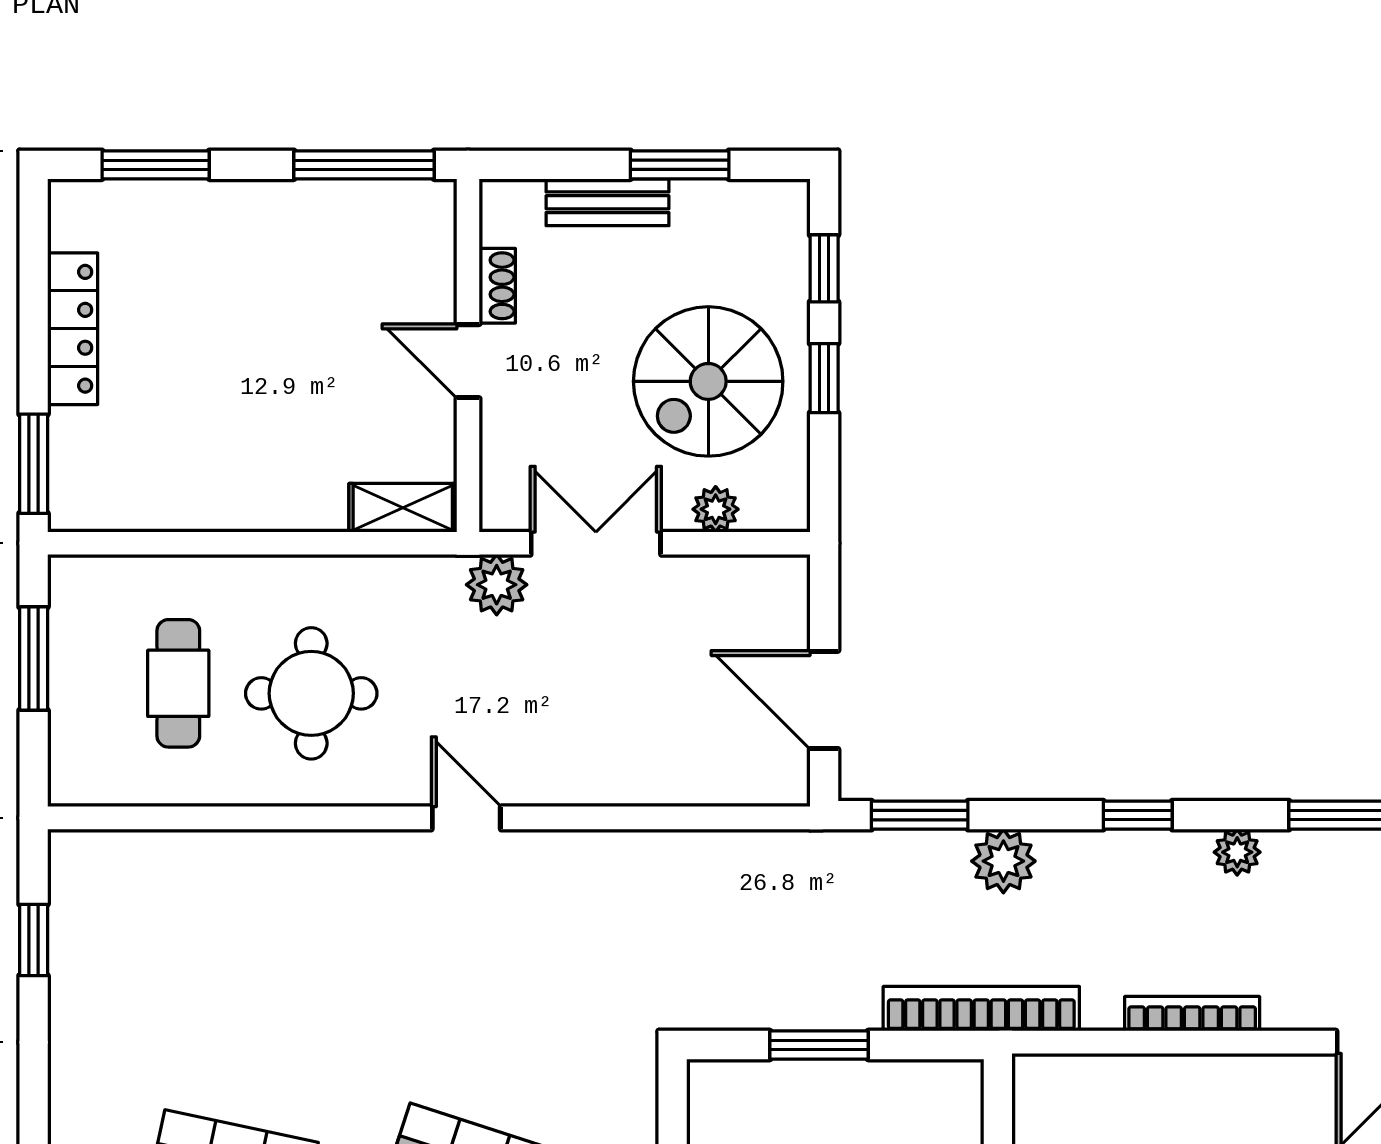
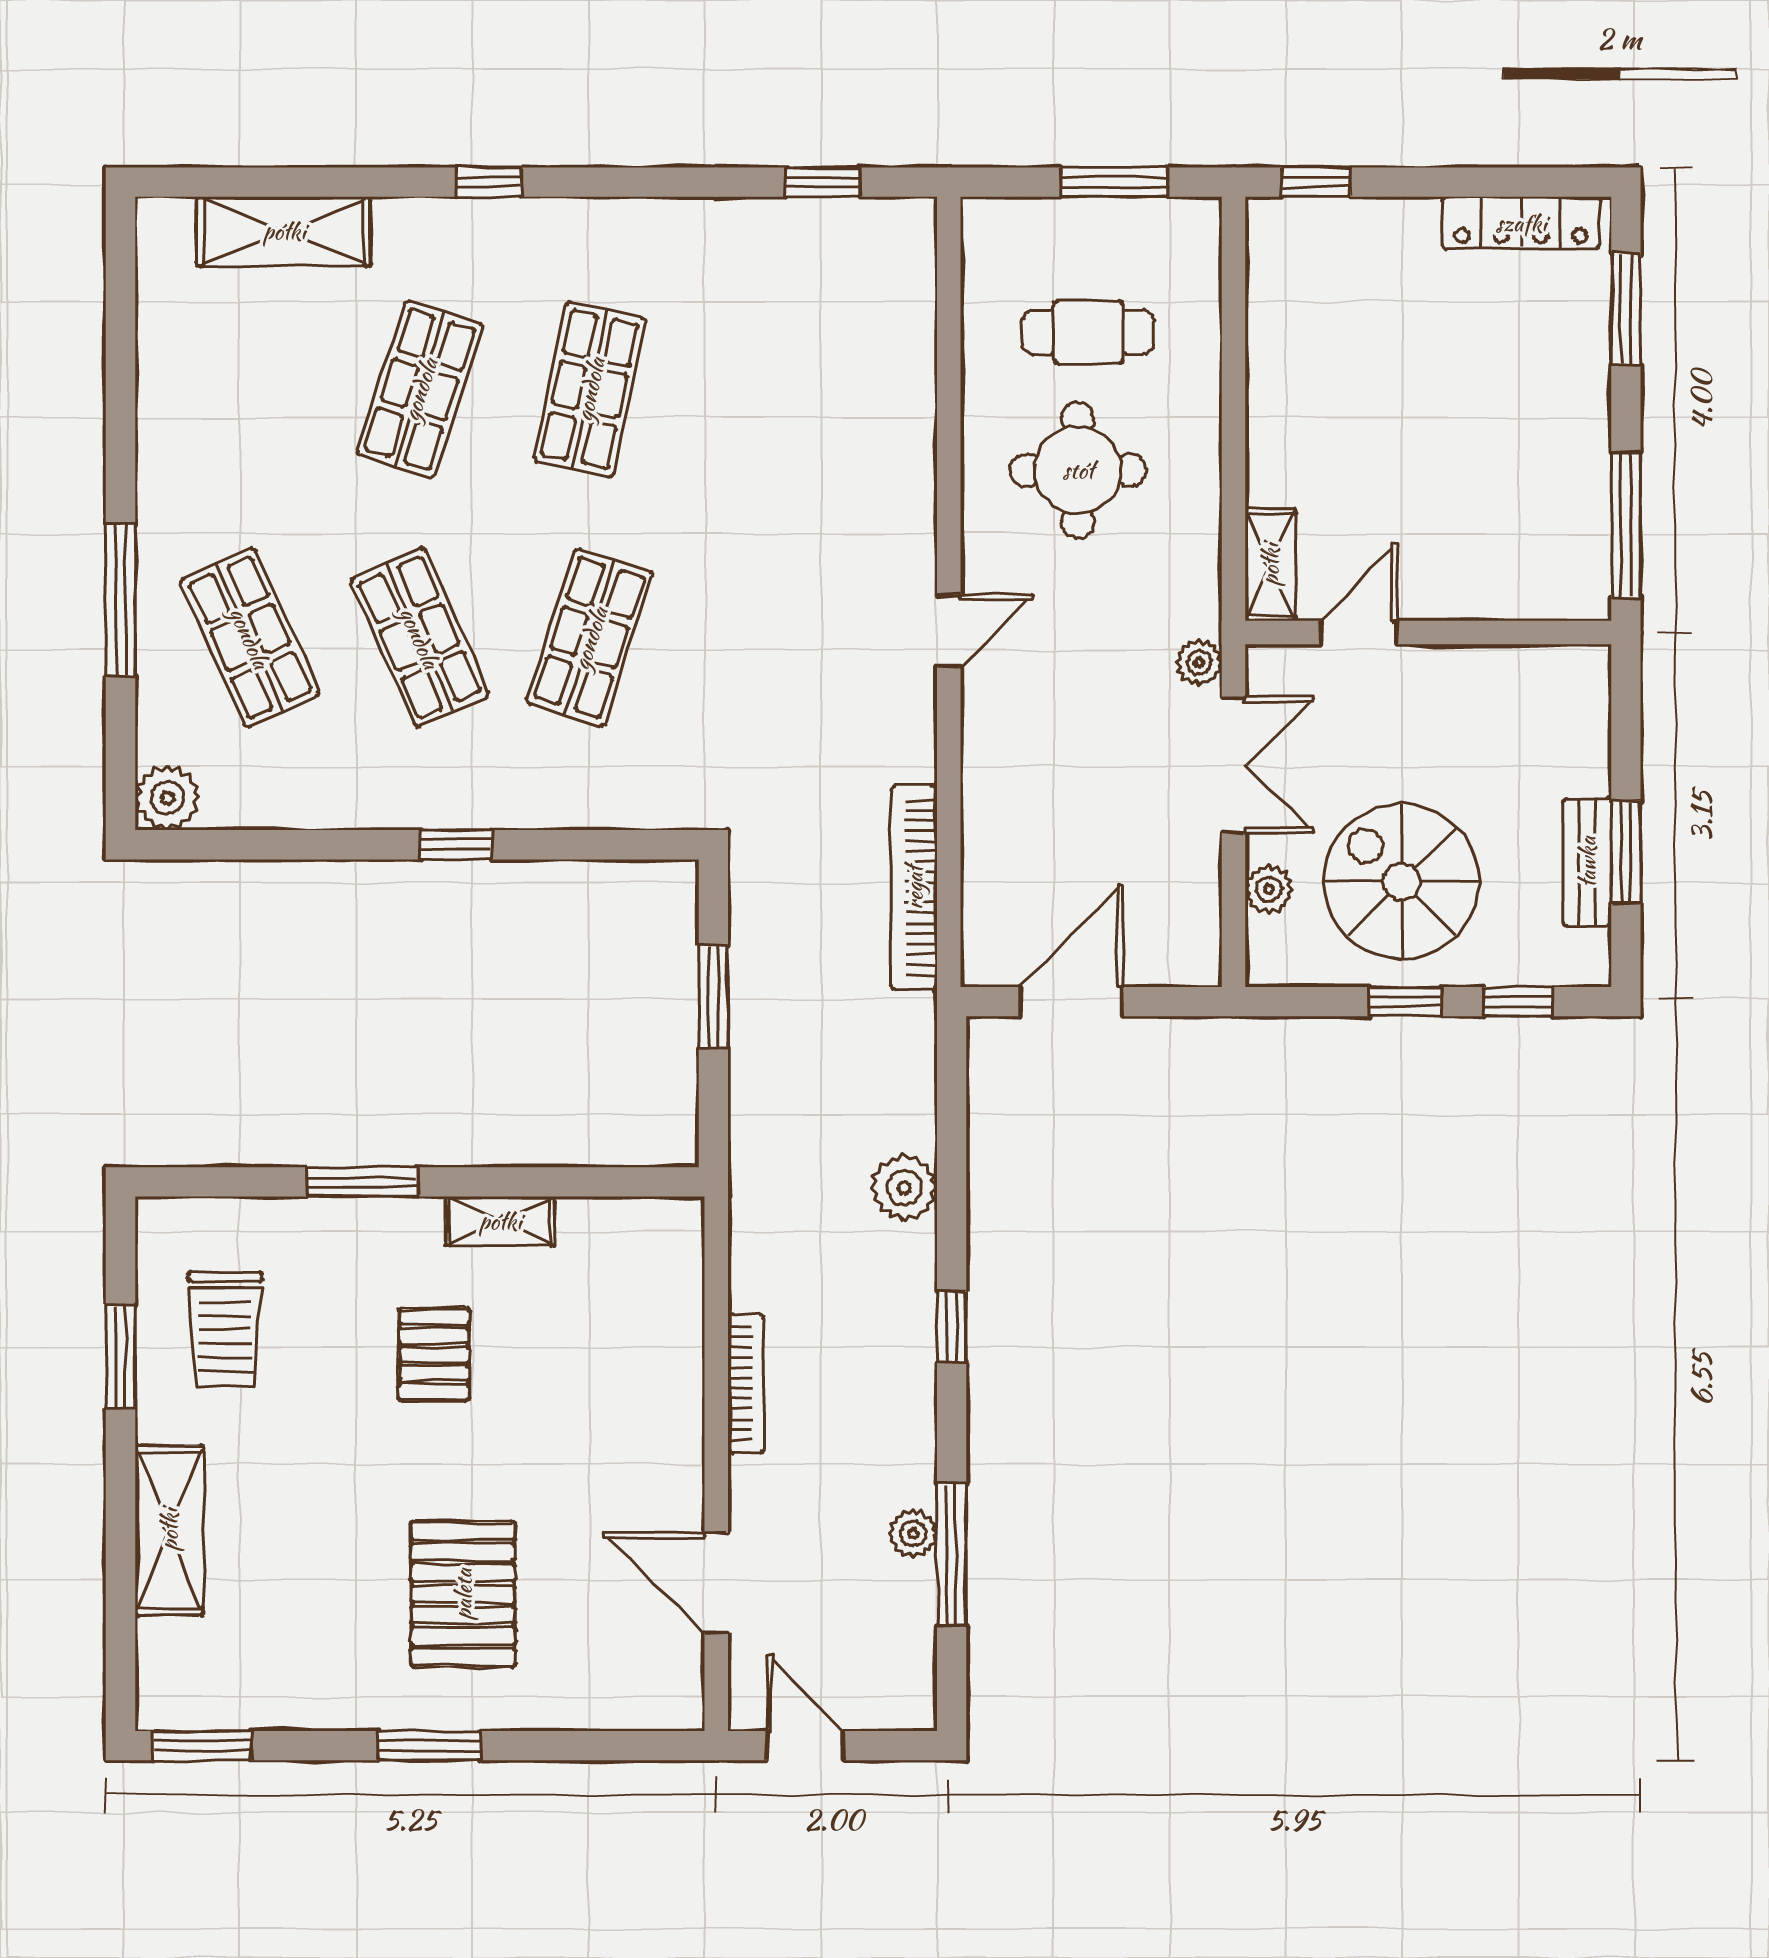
bench: (608, 202) -> (1587, 862), moved
shoe rack: (497, 286) -> (1500, 663), removed
locker: (73, 329) -> (1521, 223), moved
door: (468, 361) -> (1359, 633), moved
window: (34, 464) -> (1316, 182), width x0.67
plant: (497, 585) -> (1199, 662), width x0.73, depth x0.73
window: (920, 815) -> (952, 1101), removed
plant: (1237, 852) -> (913, 1533), moved
bookcase: (981, 1009) -> (914, 888), moved, turned 180

